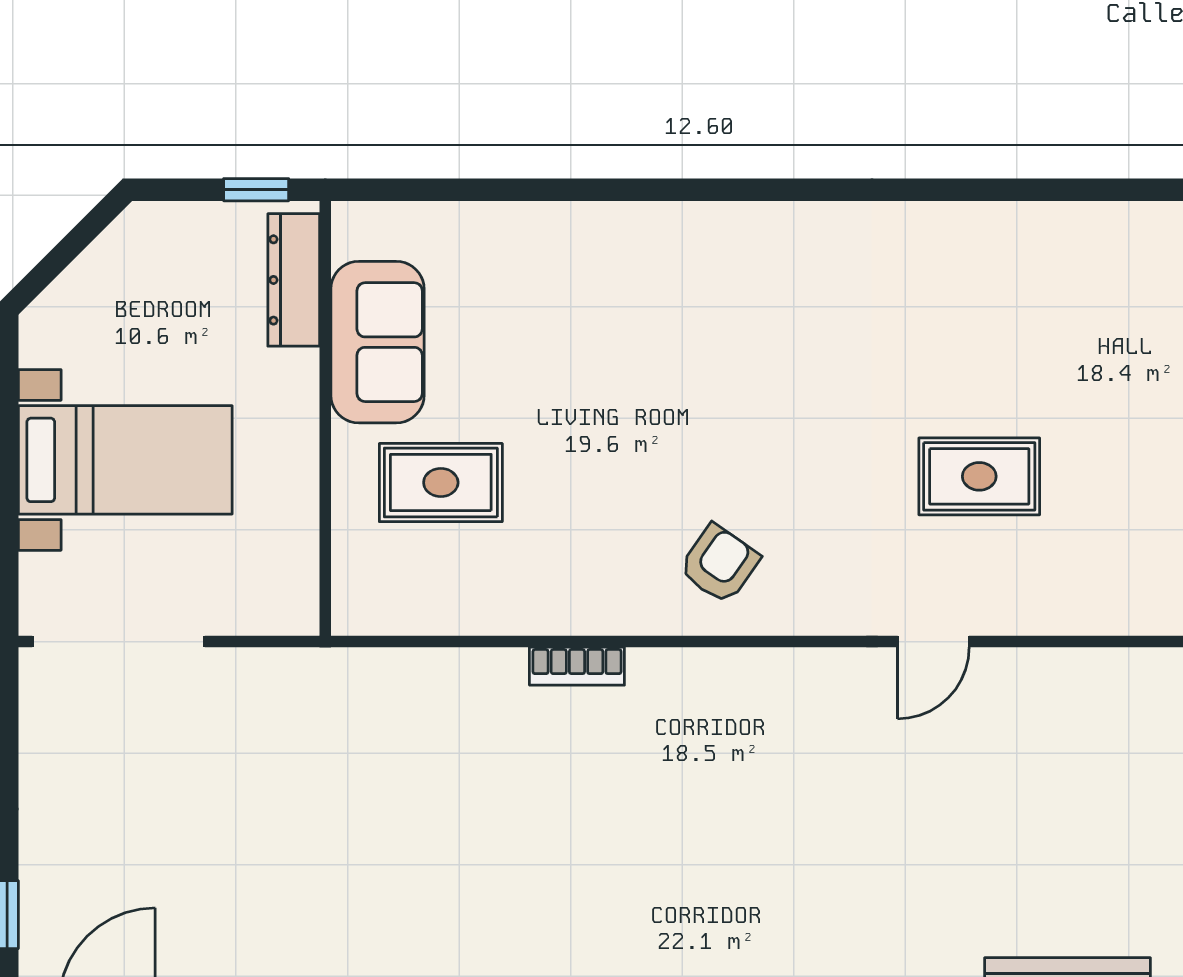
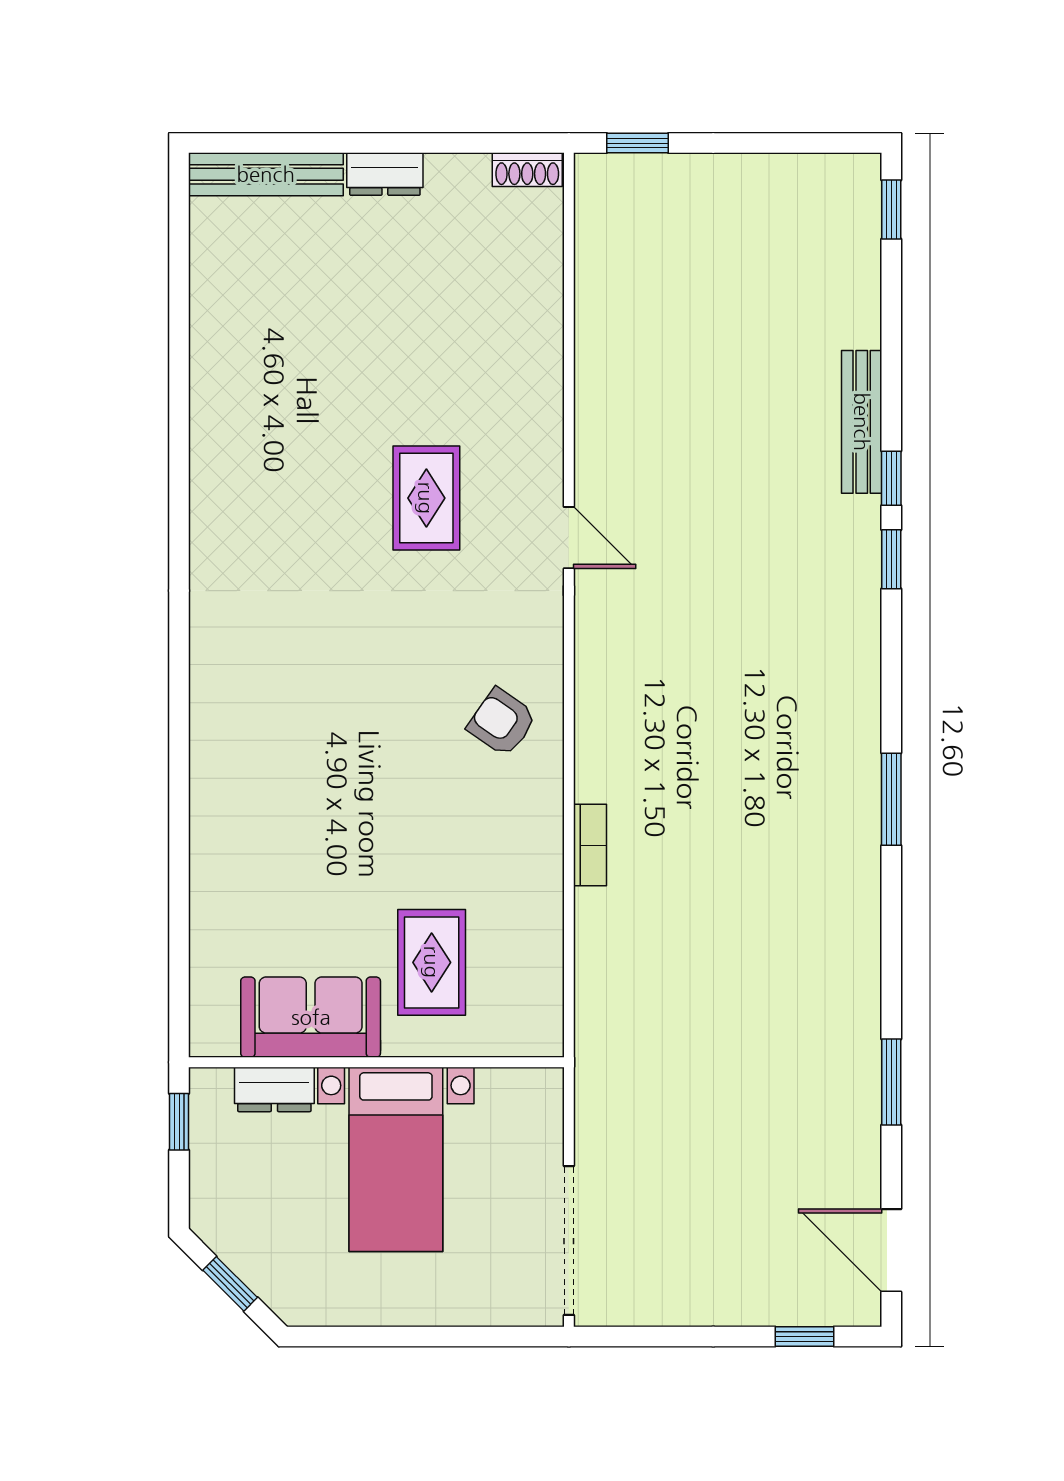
window: (68, 249) -> (230, 1284), added
dresser: (294, 280) -> (274, 1089), width x0.70
bed with nightstands: (125, 460) -> (396, 1159), moved, turned 180

